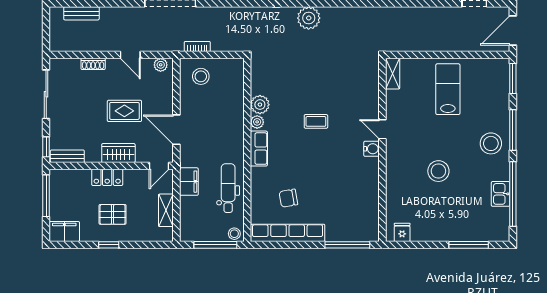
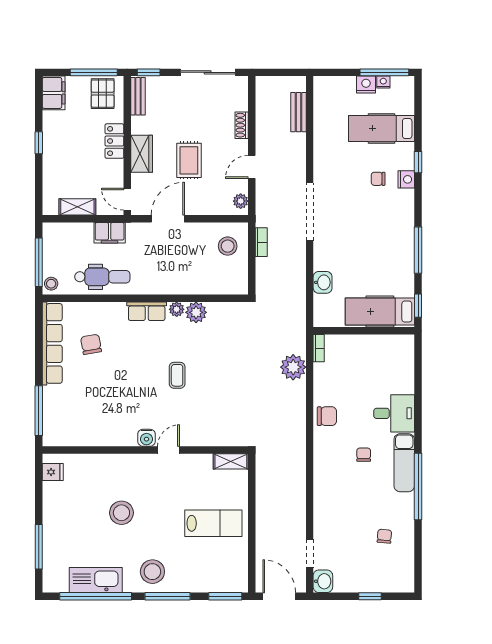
kitchen sink: (501, 194) -> (96, 580), width x1.88, depth x1.24
pallet: (113, 214) -> (103, 94), moved

